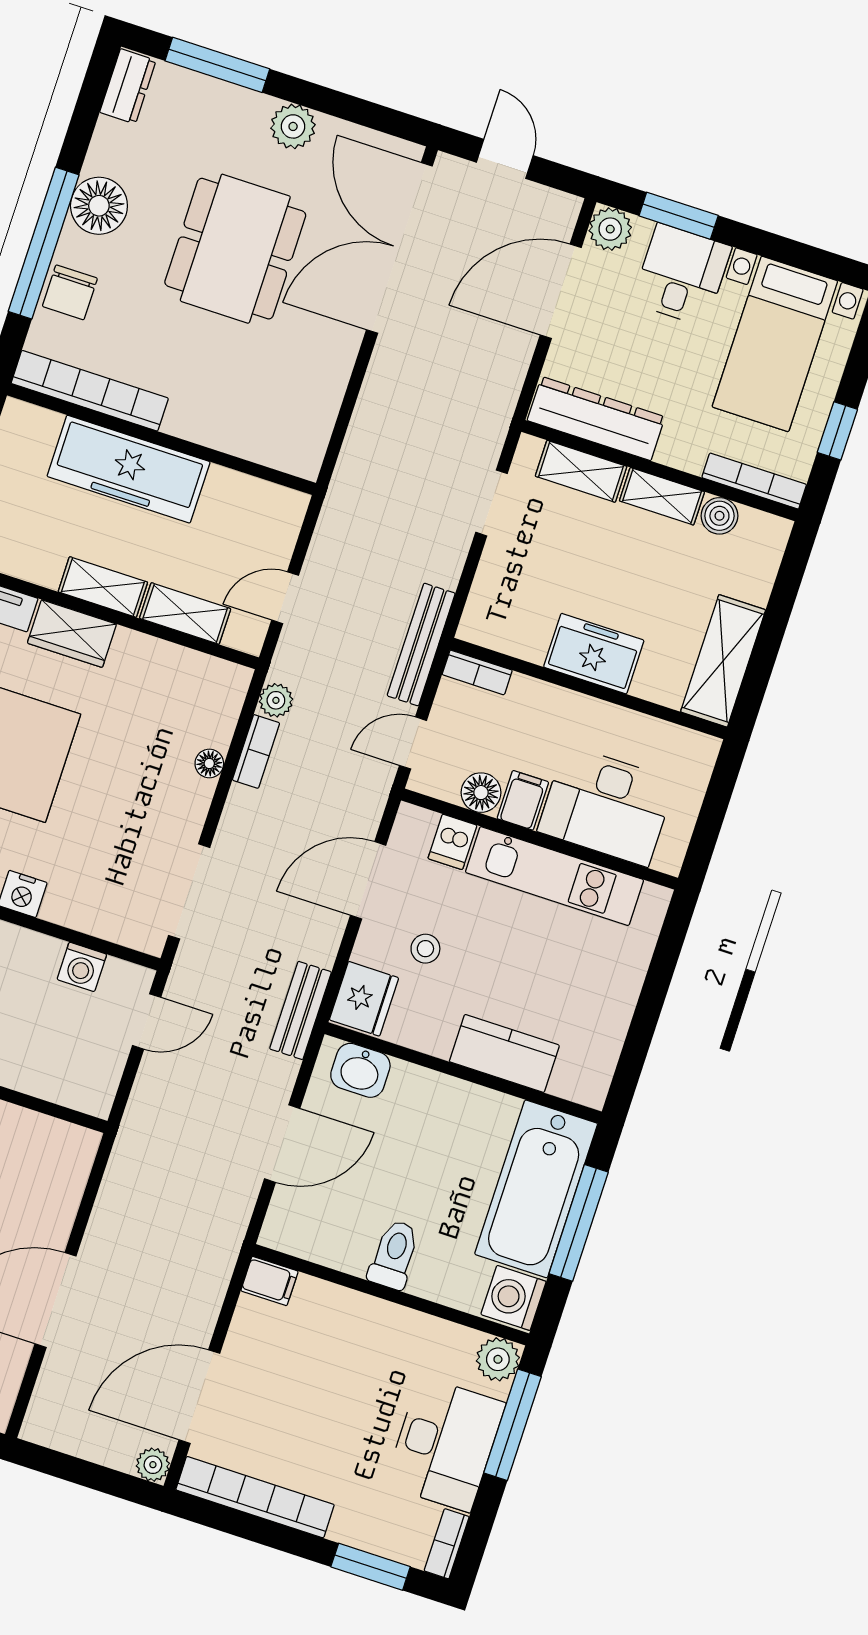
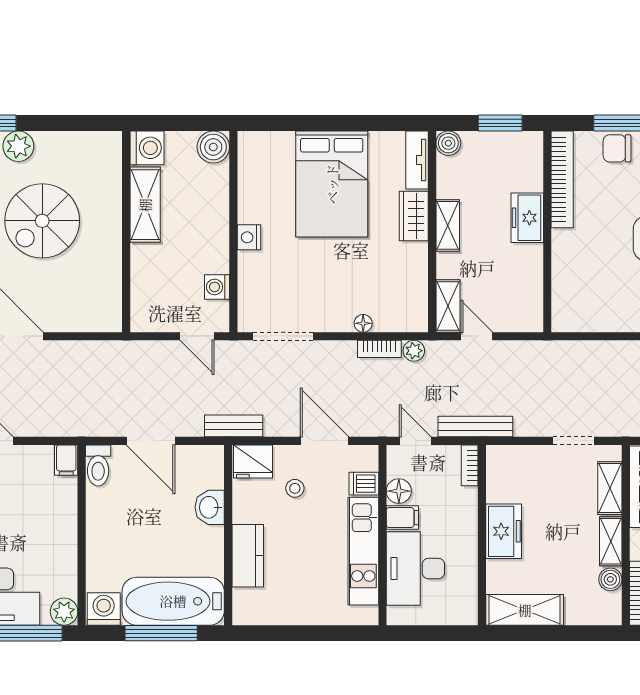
freezer: (129, 469) -> (527, 218), width x0.52, depth x0.79
shelving: (185, 613) -> (448, 306), moved
washbasin: (360, 1070) -> (210, 507), moved
toilet: (394, 1255) -> (98, 465), moved, turned 90

